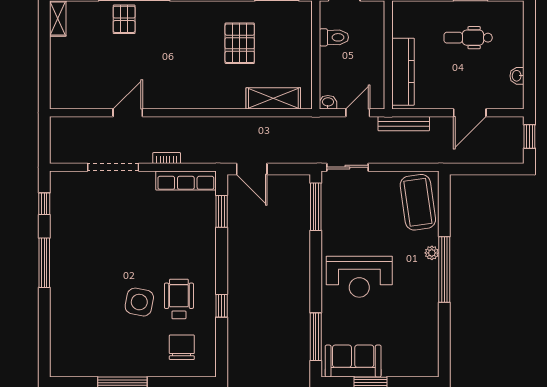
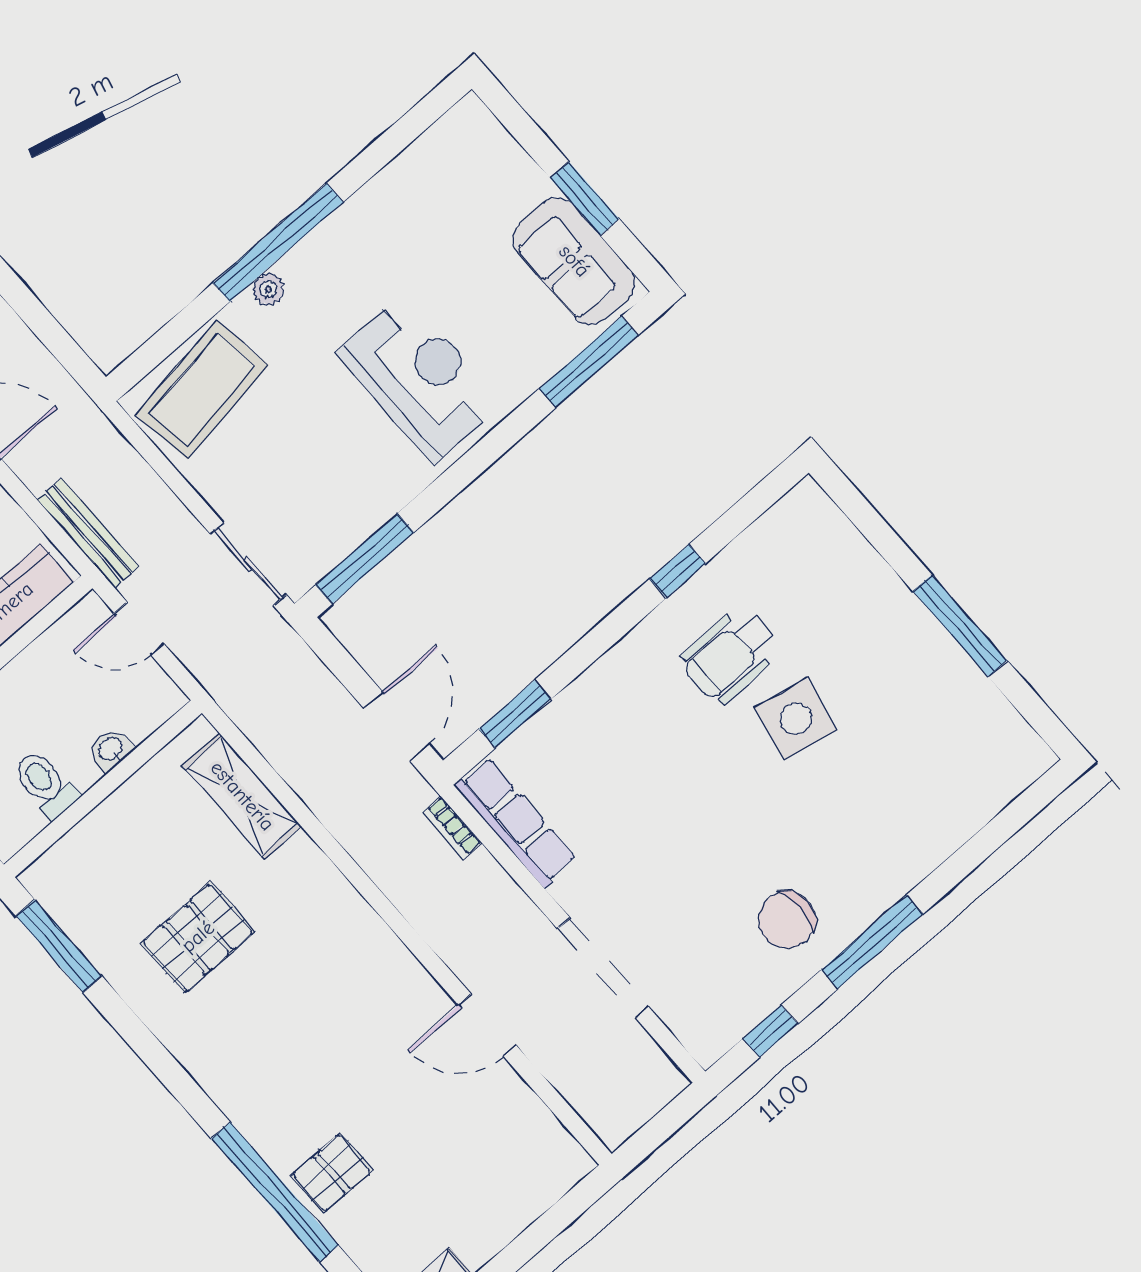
washbasin: (328, 102) -> (111, 749), moved, turned 90
bookcase: (167, 158) -> (452, 828), moved
chair: (182, 347) -> (787, 920), moved

